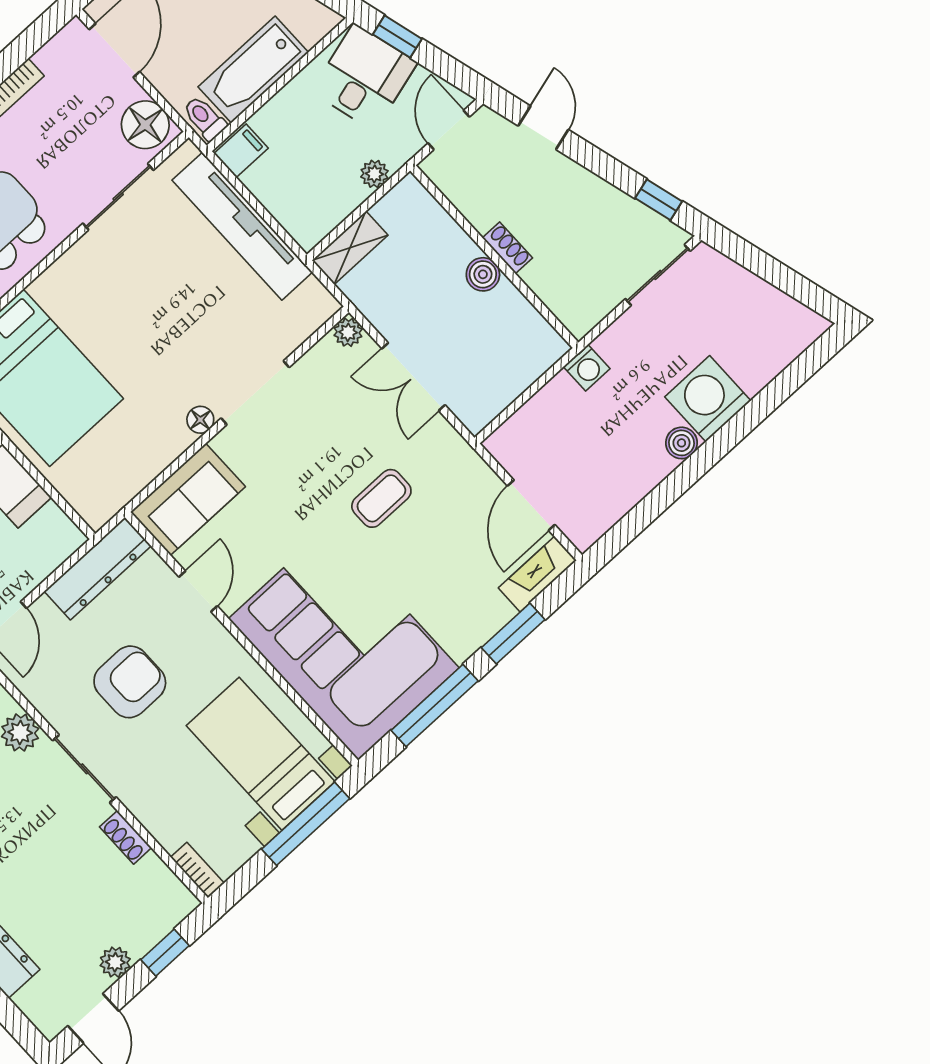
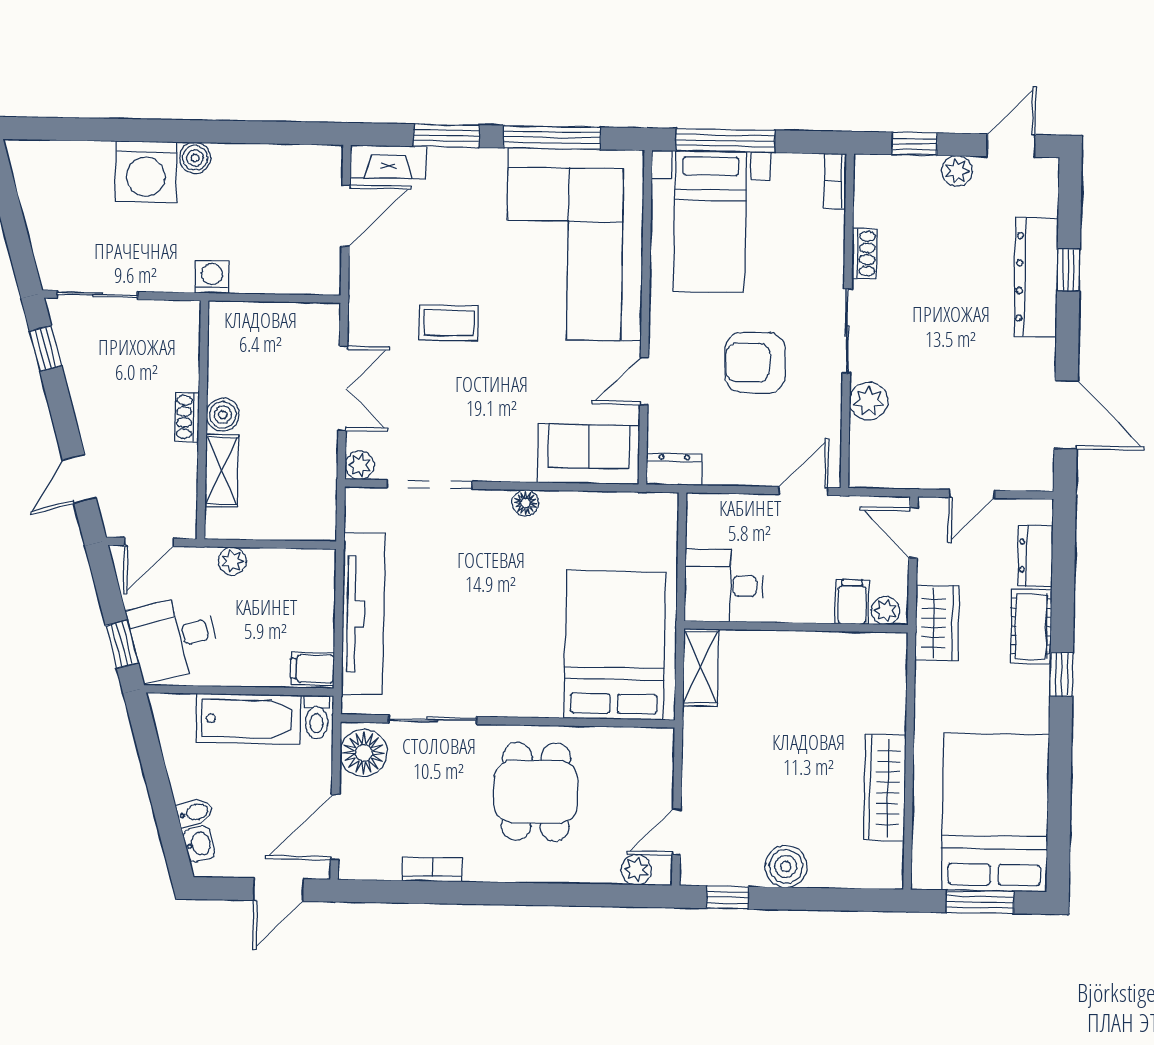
shelving: (350, 248) -> (222, 471), moved, turned 90
doorway: (255, 393) -> (430, 484), moved
dresser: (98, 569) -> (674, 469), width x0.51, depth x0.80

